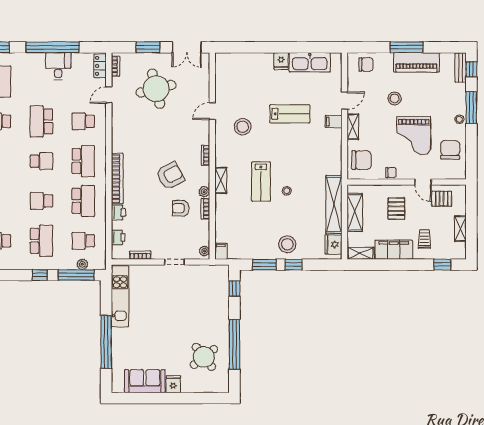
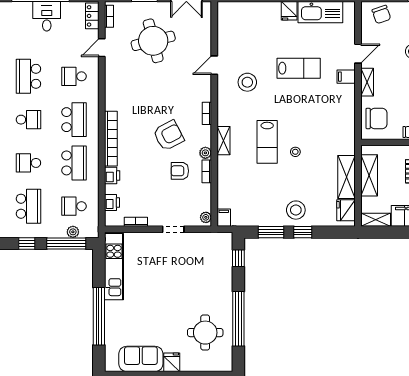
chair: (366, 64) -> (381, 14), turned 71
shelving: (334, 205) -> (347, 177), width x0.68
round table: (204, 357) -> (205, 333), turned 38

